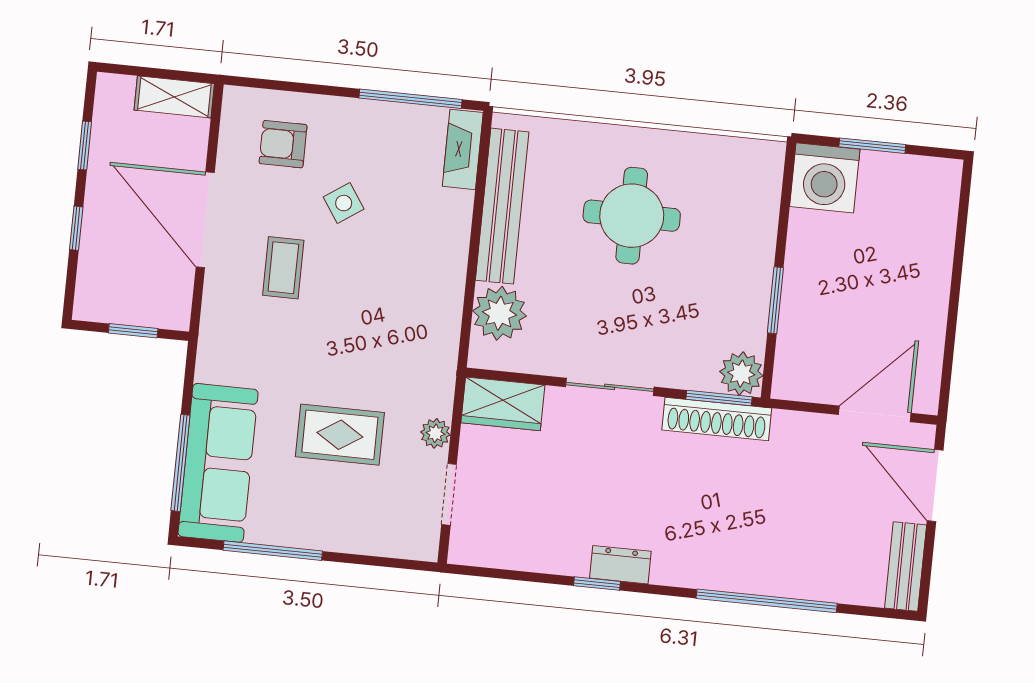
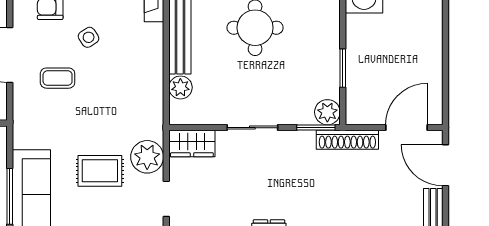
coffee table: (283, 268) -> (58, 78), turned 90
plant: (499, 313) -> (180, 87), width x0.73, depth x0.73
shoe rack: (717, 419) -> (347, 140), moved
plant: (435, 433) -> (147, 157), width x1.88, depth x1.88

